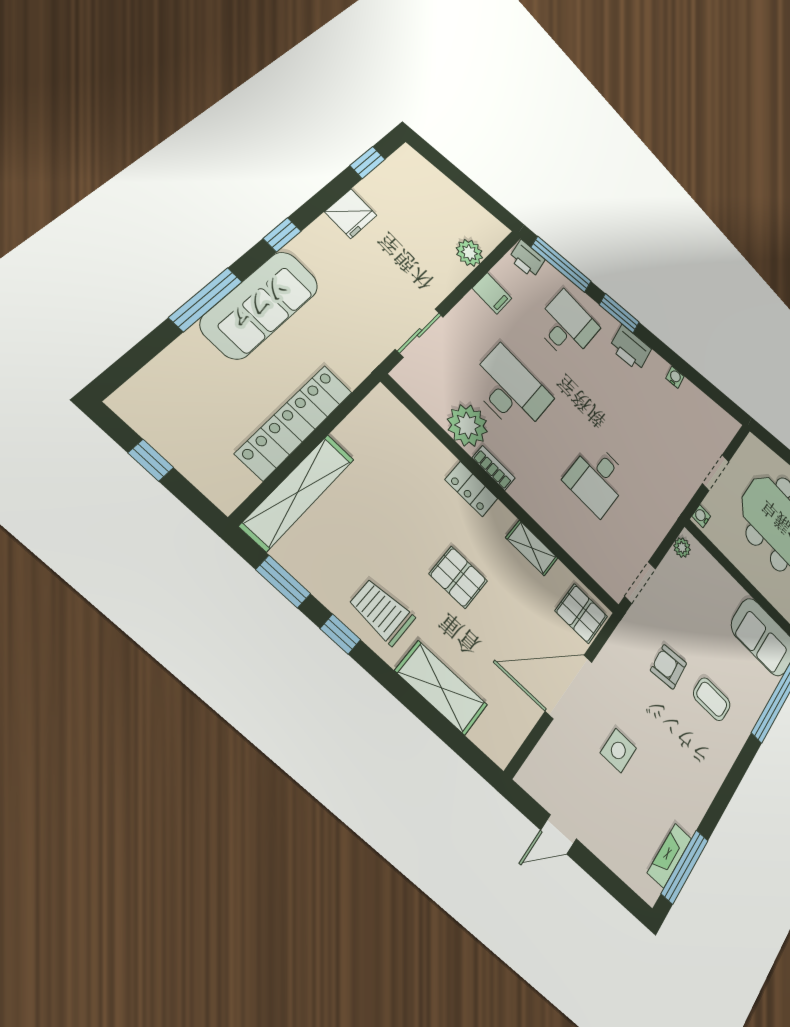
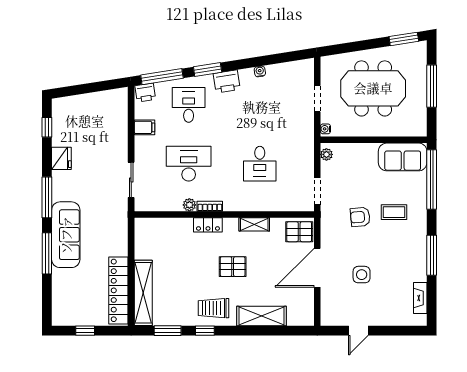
window: (282, 235) -> (47, 197), width x2.17
plant: (469, 253) -> (120, 119), removed
locker: (295, 422) -> (118, 290), moved
plant: (467, 425) -> (189, 205), width x0.53, depth x0.53
window: (685, 867) -> (432, 255), moved

